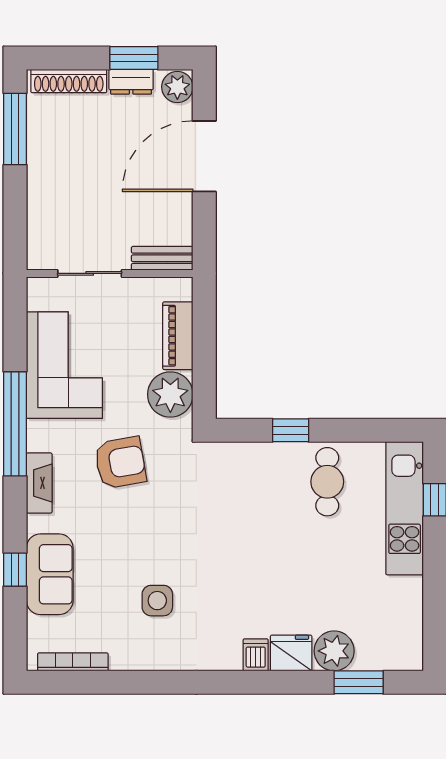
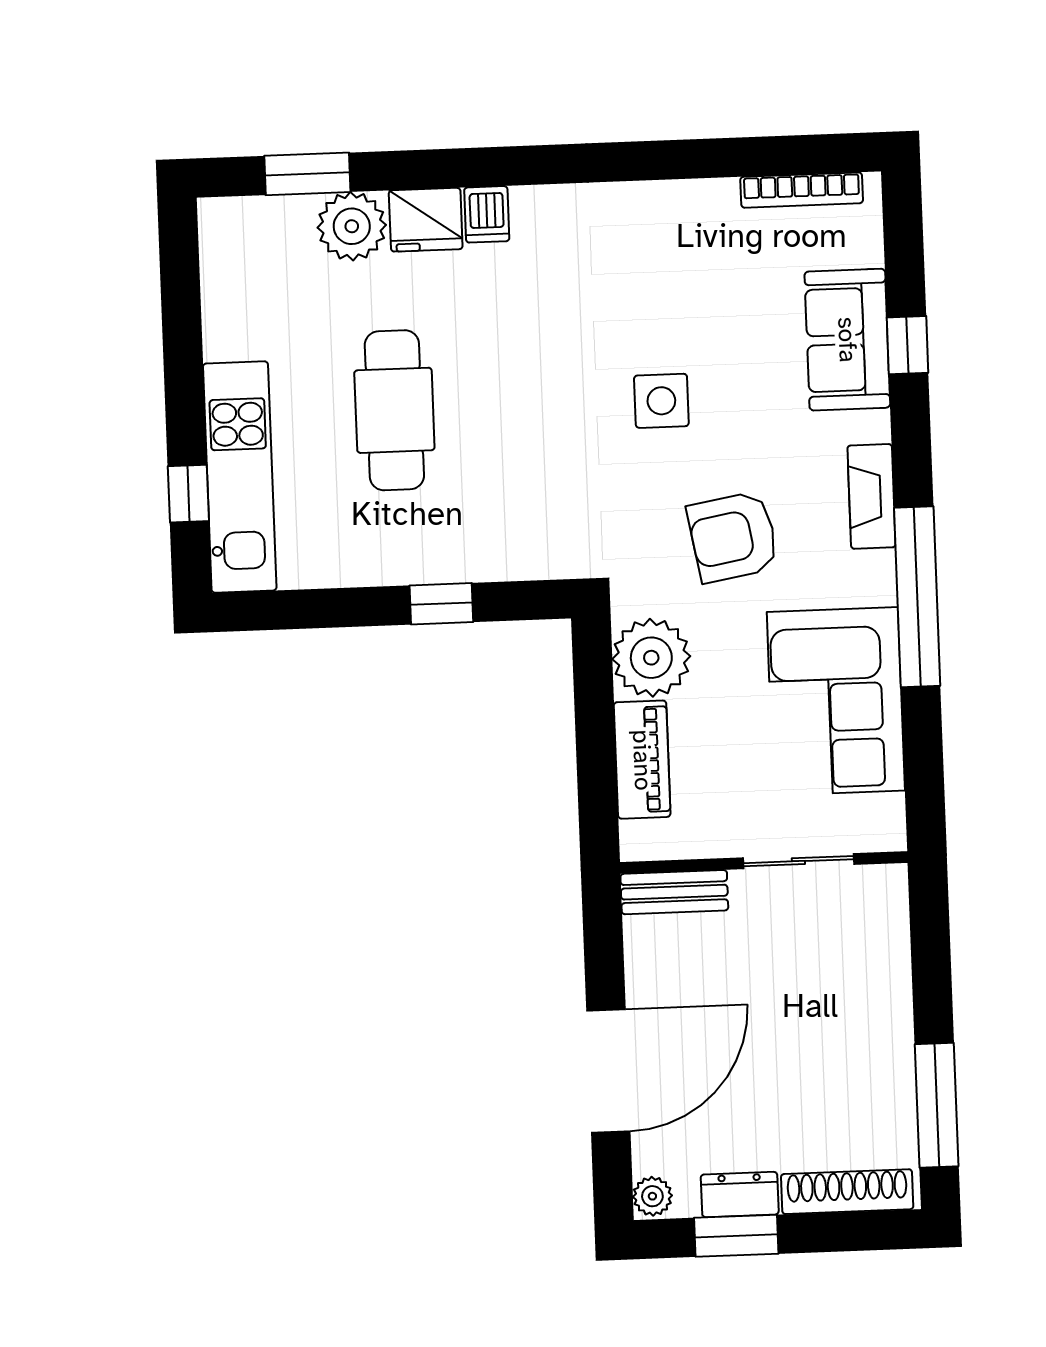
plant: (177, 87) -> (652, 1196), width x0.73, depth x0.73
cafe table: (327, 482) -> (394, 410), moved, width x1.37, depth x1.35
side table: (157, 601) -> (661, 401), moved

